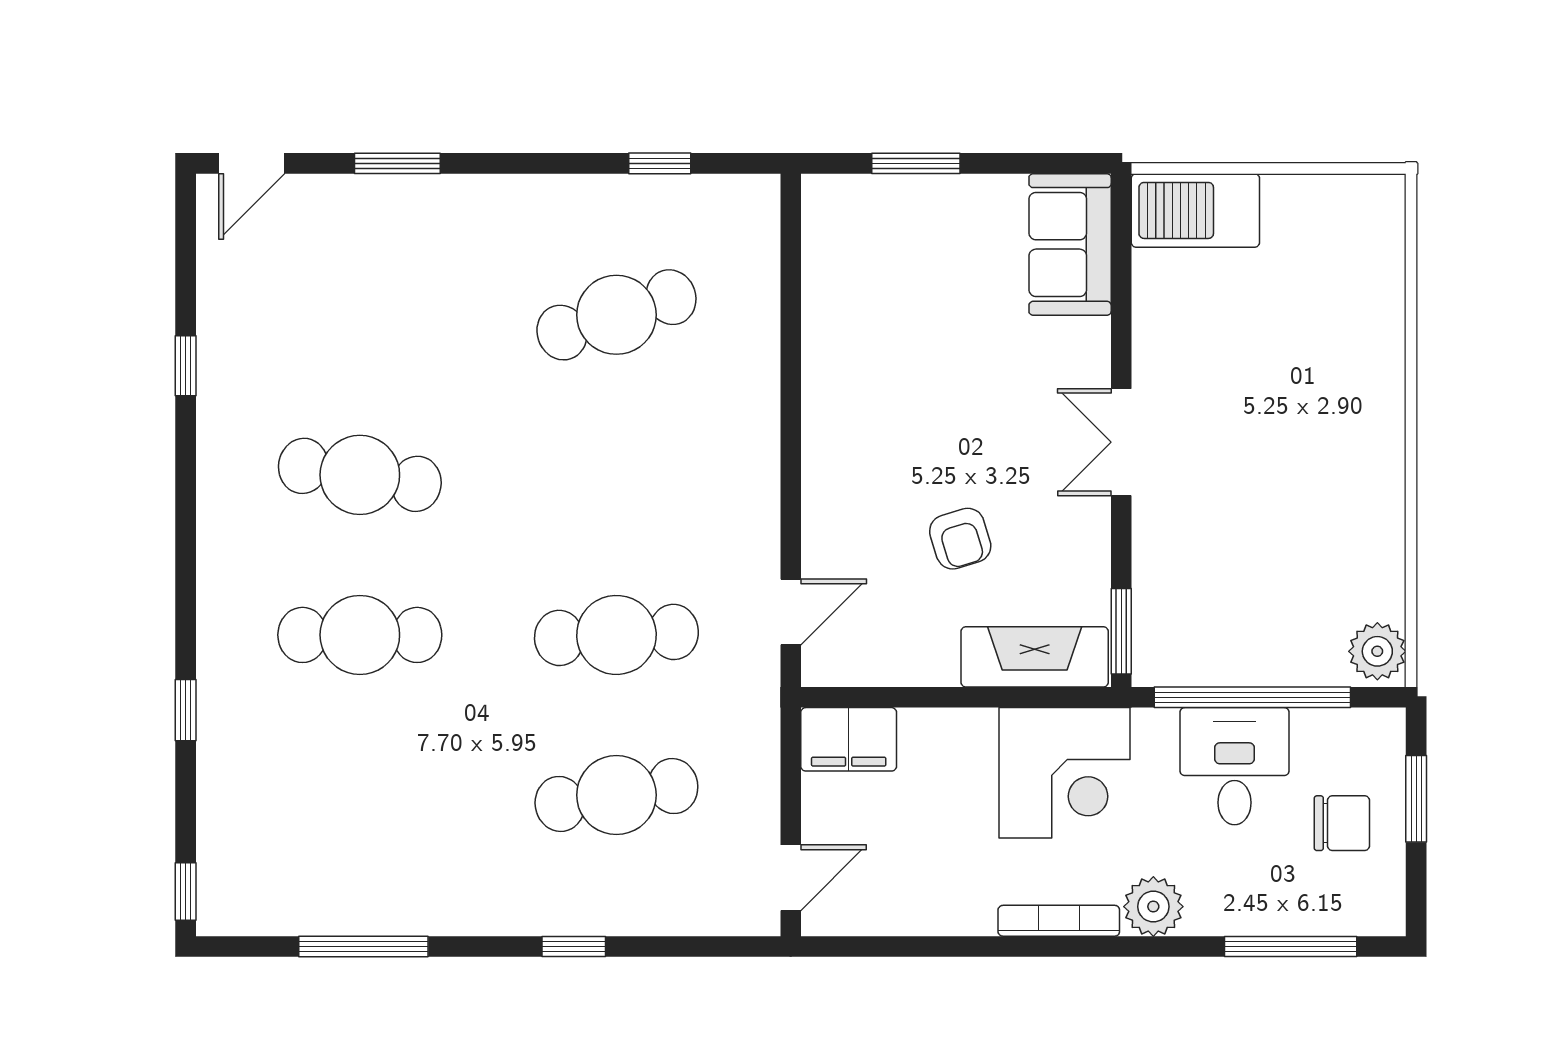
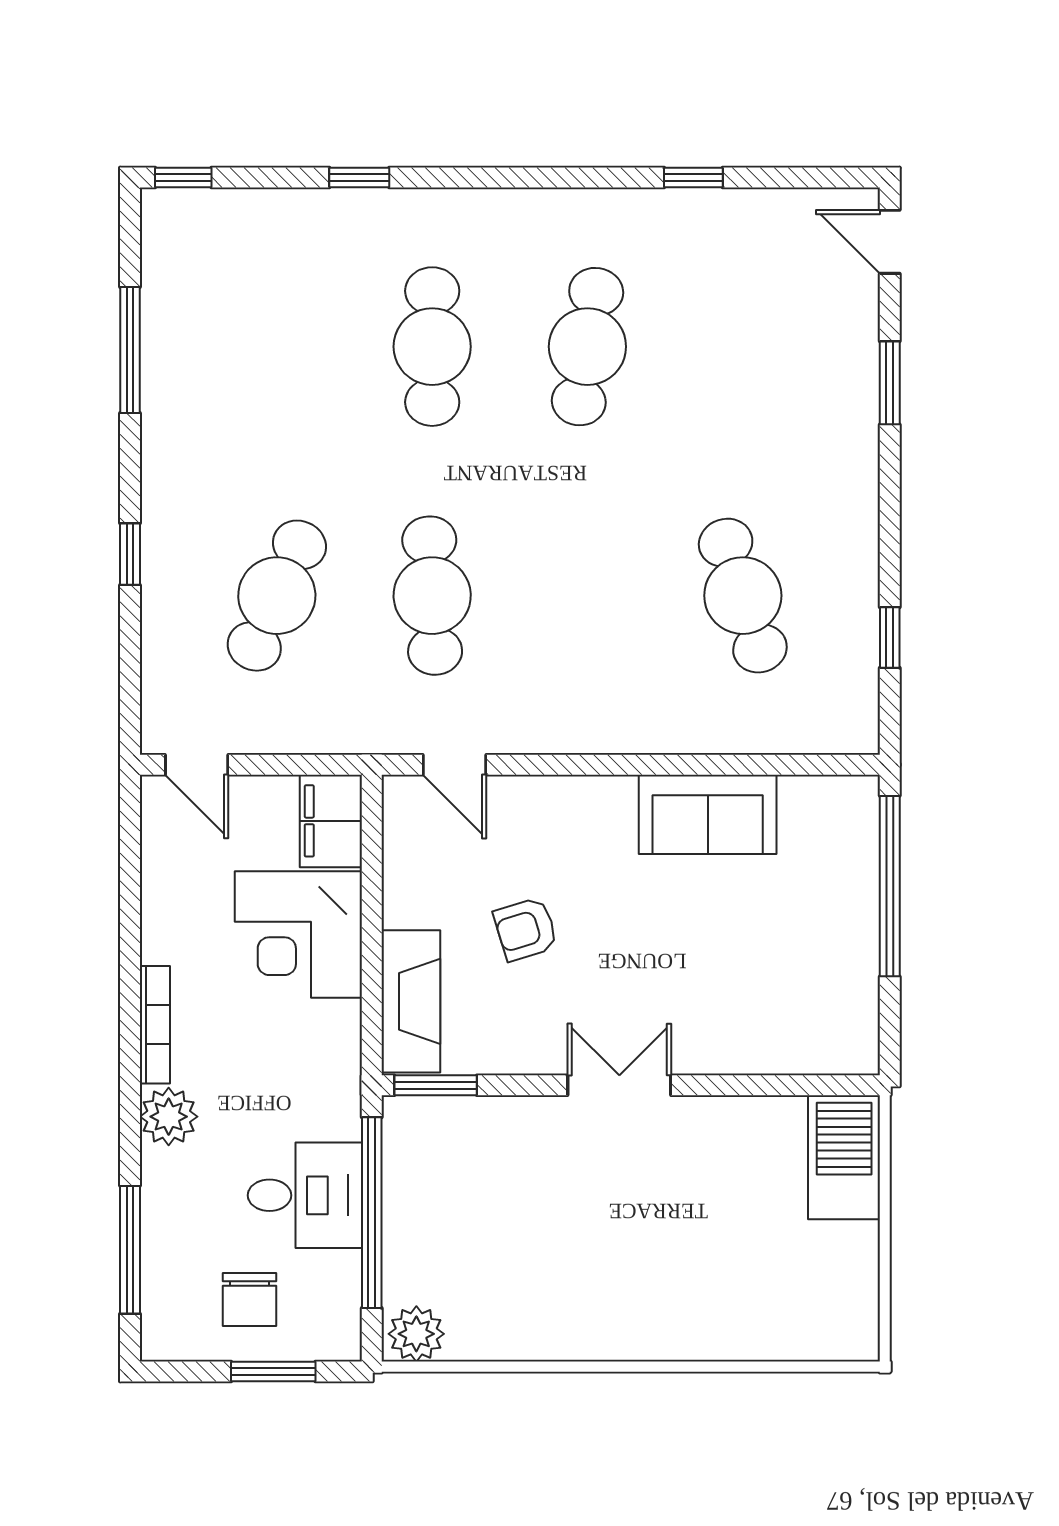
window: (916, 163) -> (890, 886), width x2.11
sofa: (1070, 244) -> (708, 814), moved, turned 180
corner desk: (1065, 773) -> (298, 935), moved
cafe table: (616, 795) -> (277, 596), turned 33

